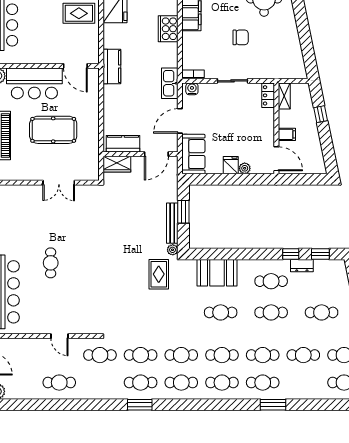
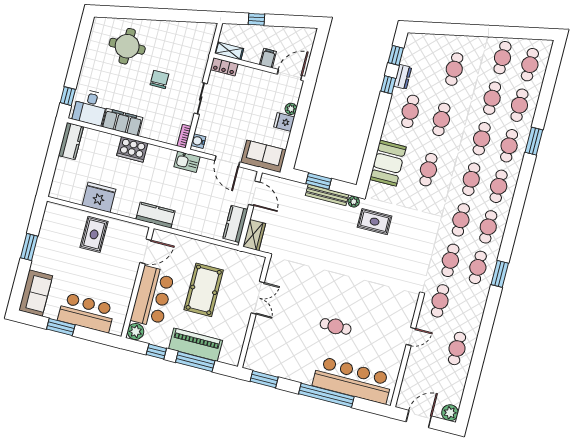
kitchen sink: (170, 83) -> (187, 162), width x0.73
cafe table: (303, 383) -> (519, 105), added

